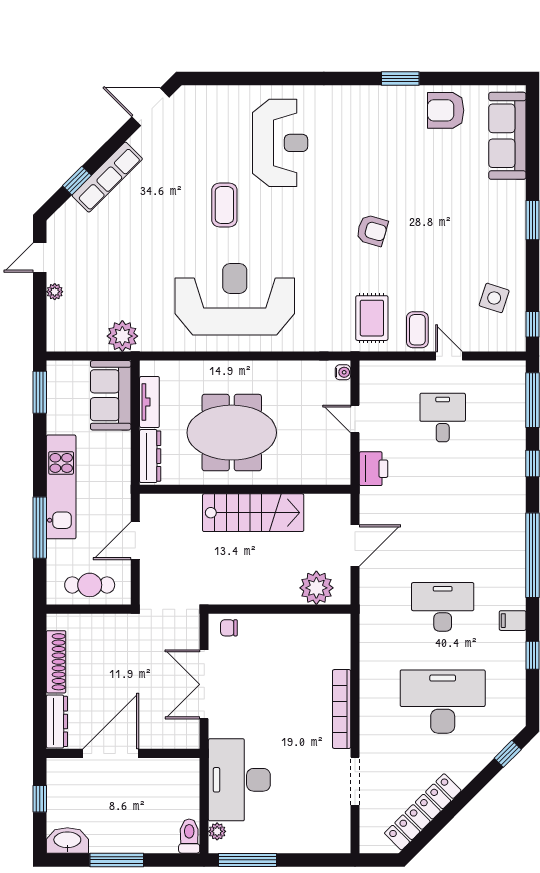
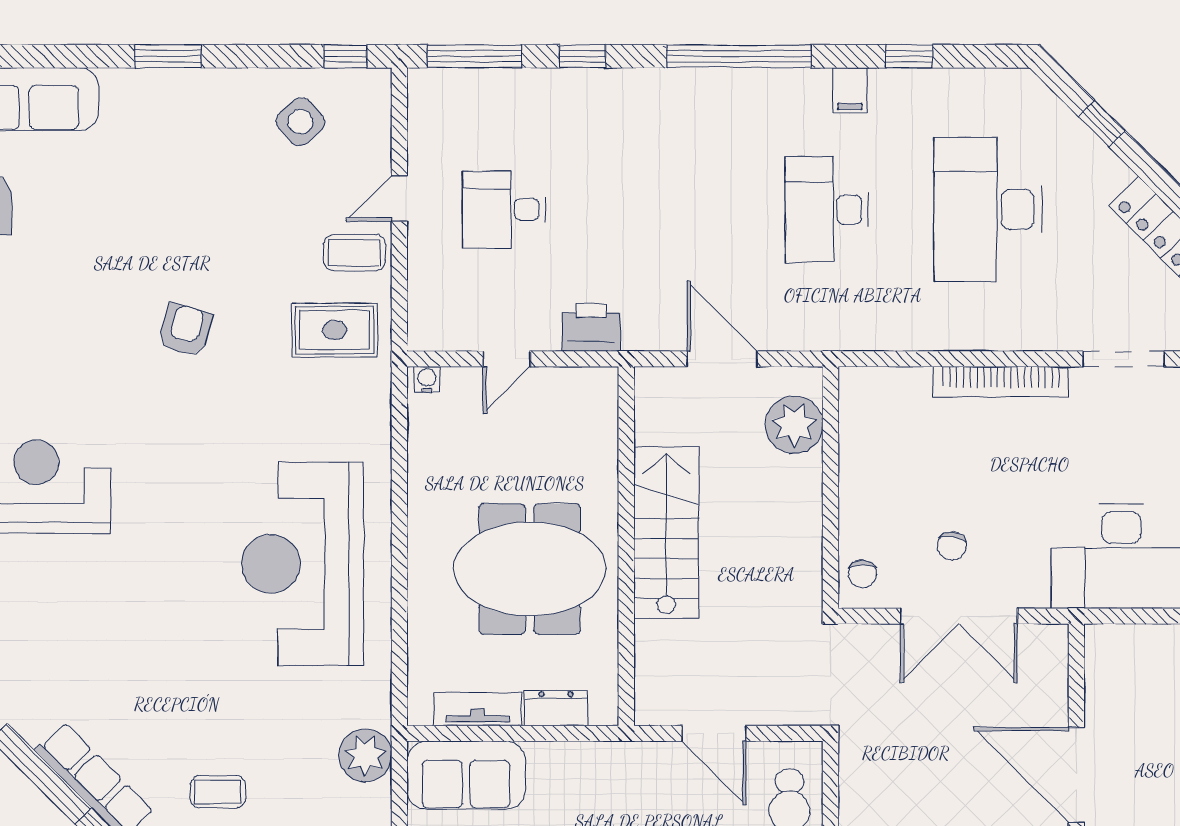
coffee table: (224, 205) -> (218, 792), moved, width x0.73, depth x0.77
side table: (494, 298) -> (300, 122), turned 30
meeting table: (232, 433) -> (530, 569), turned 90
dresser: (150, 456) -> (556, 708), width x0.70
chair: (245, 680) -> (952, 546), added
window: (508, 754) -> (1102, 124), moved

